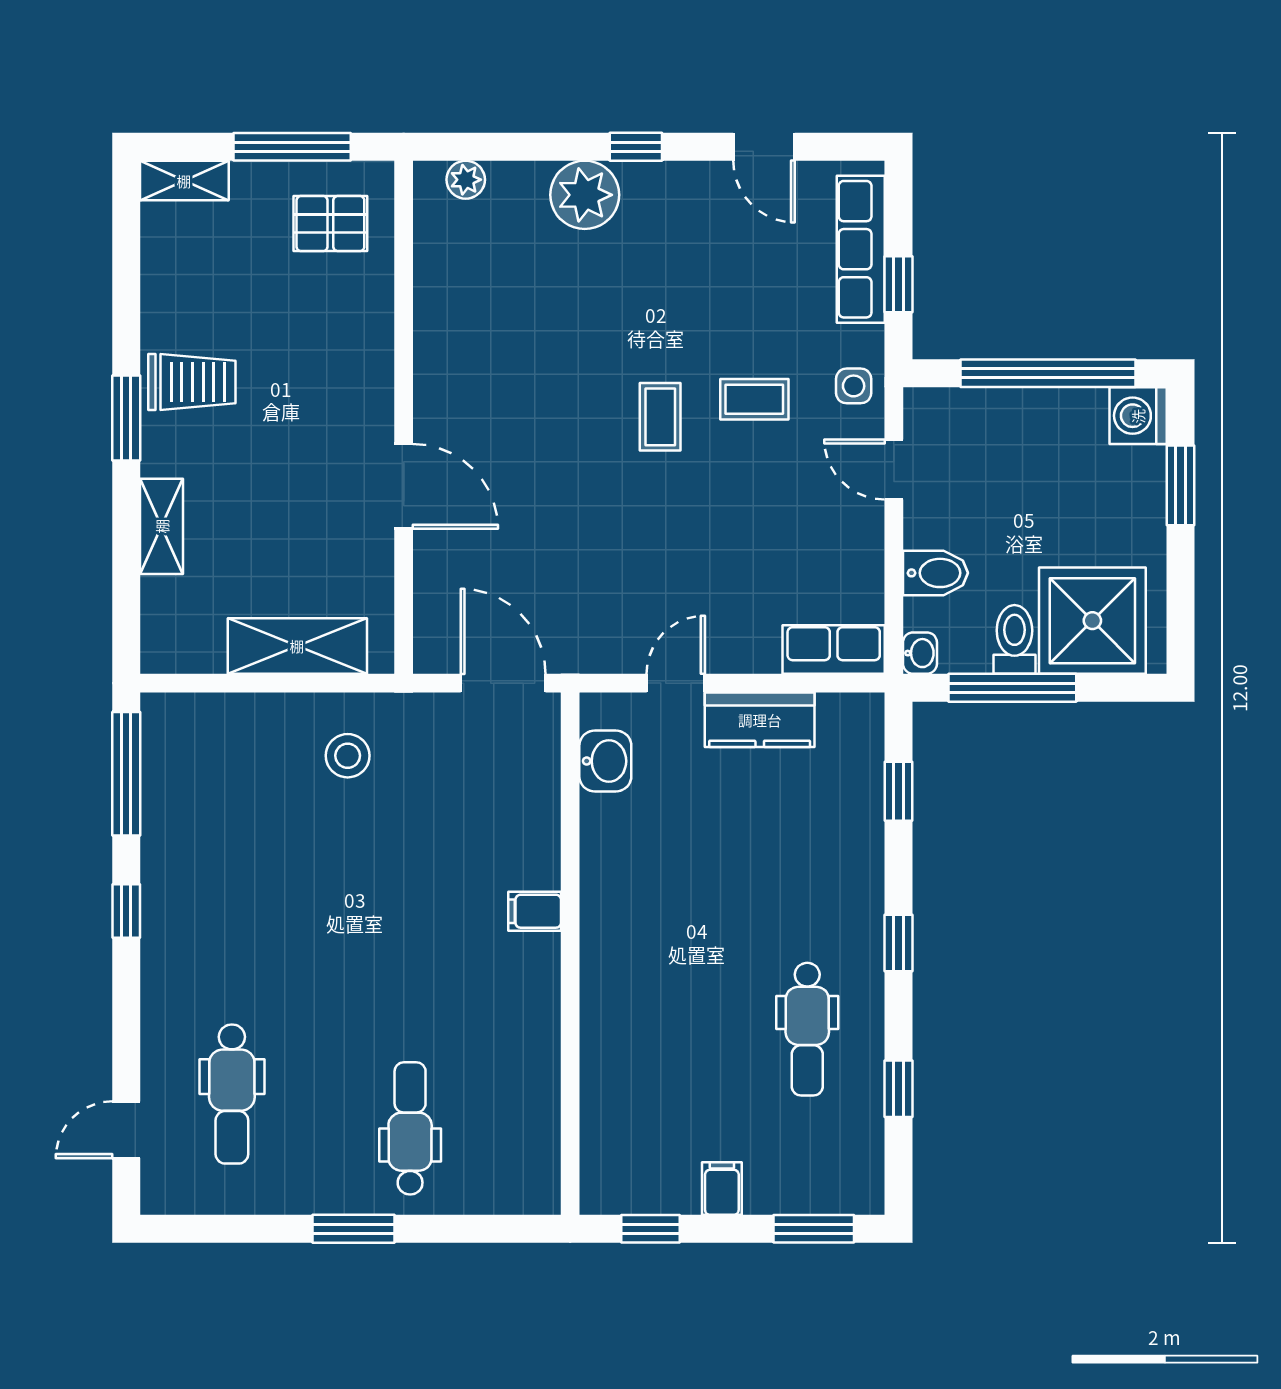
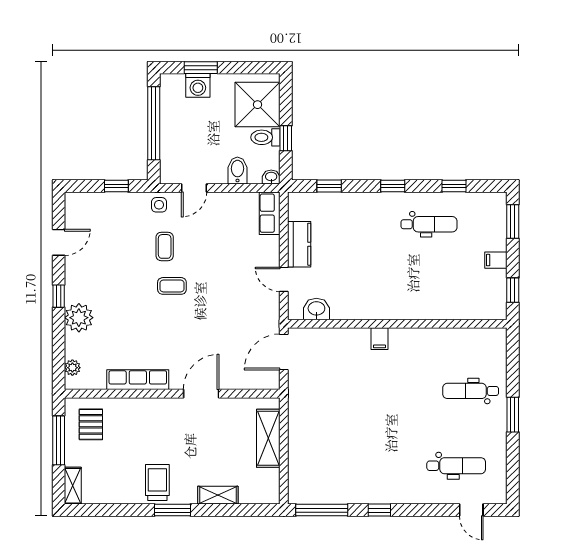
row of seats: (861, 249) -> (138, 380), moved, turned 180
washing machine: (1138, 416) -> (198, 85), moved
window: (1012, 688) -> (286, 138), width x0.46
stool: (348, 756) -> (314, 417), removed

